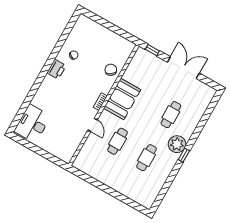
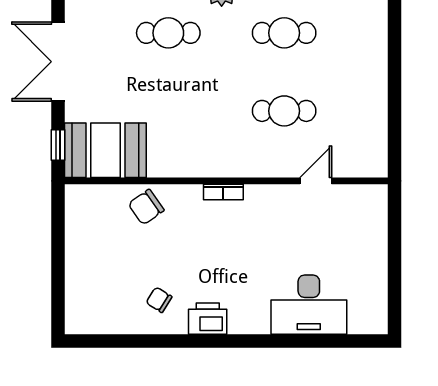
booth: (122, 99) -> (105, 150), moved
desk: (32, 124) -> (309, 305), moved
door: (93, 125) -> (316, 181), moved

